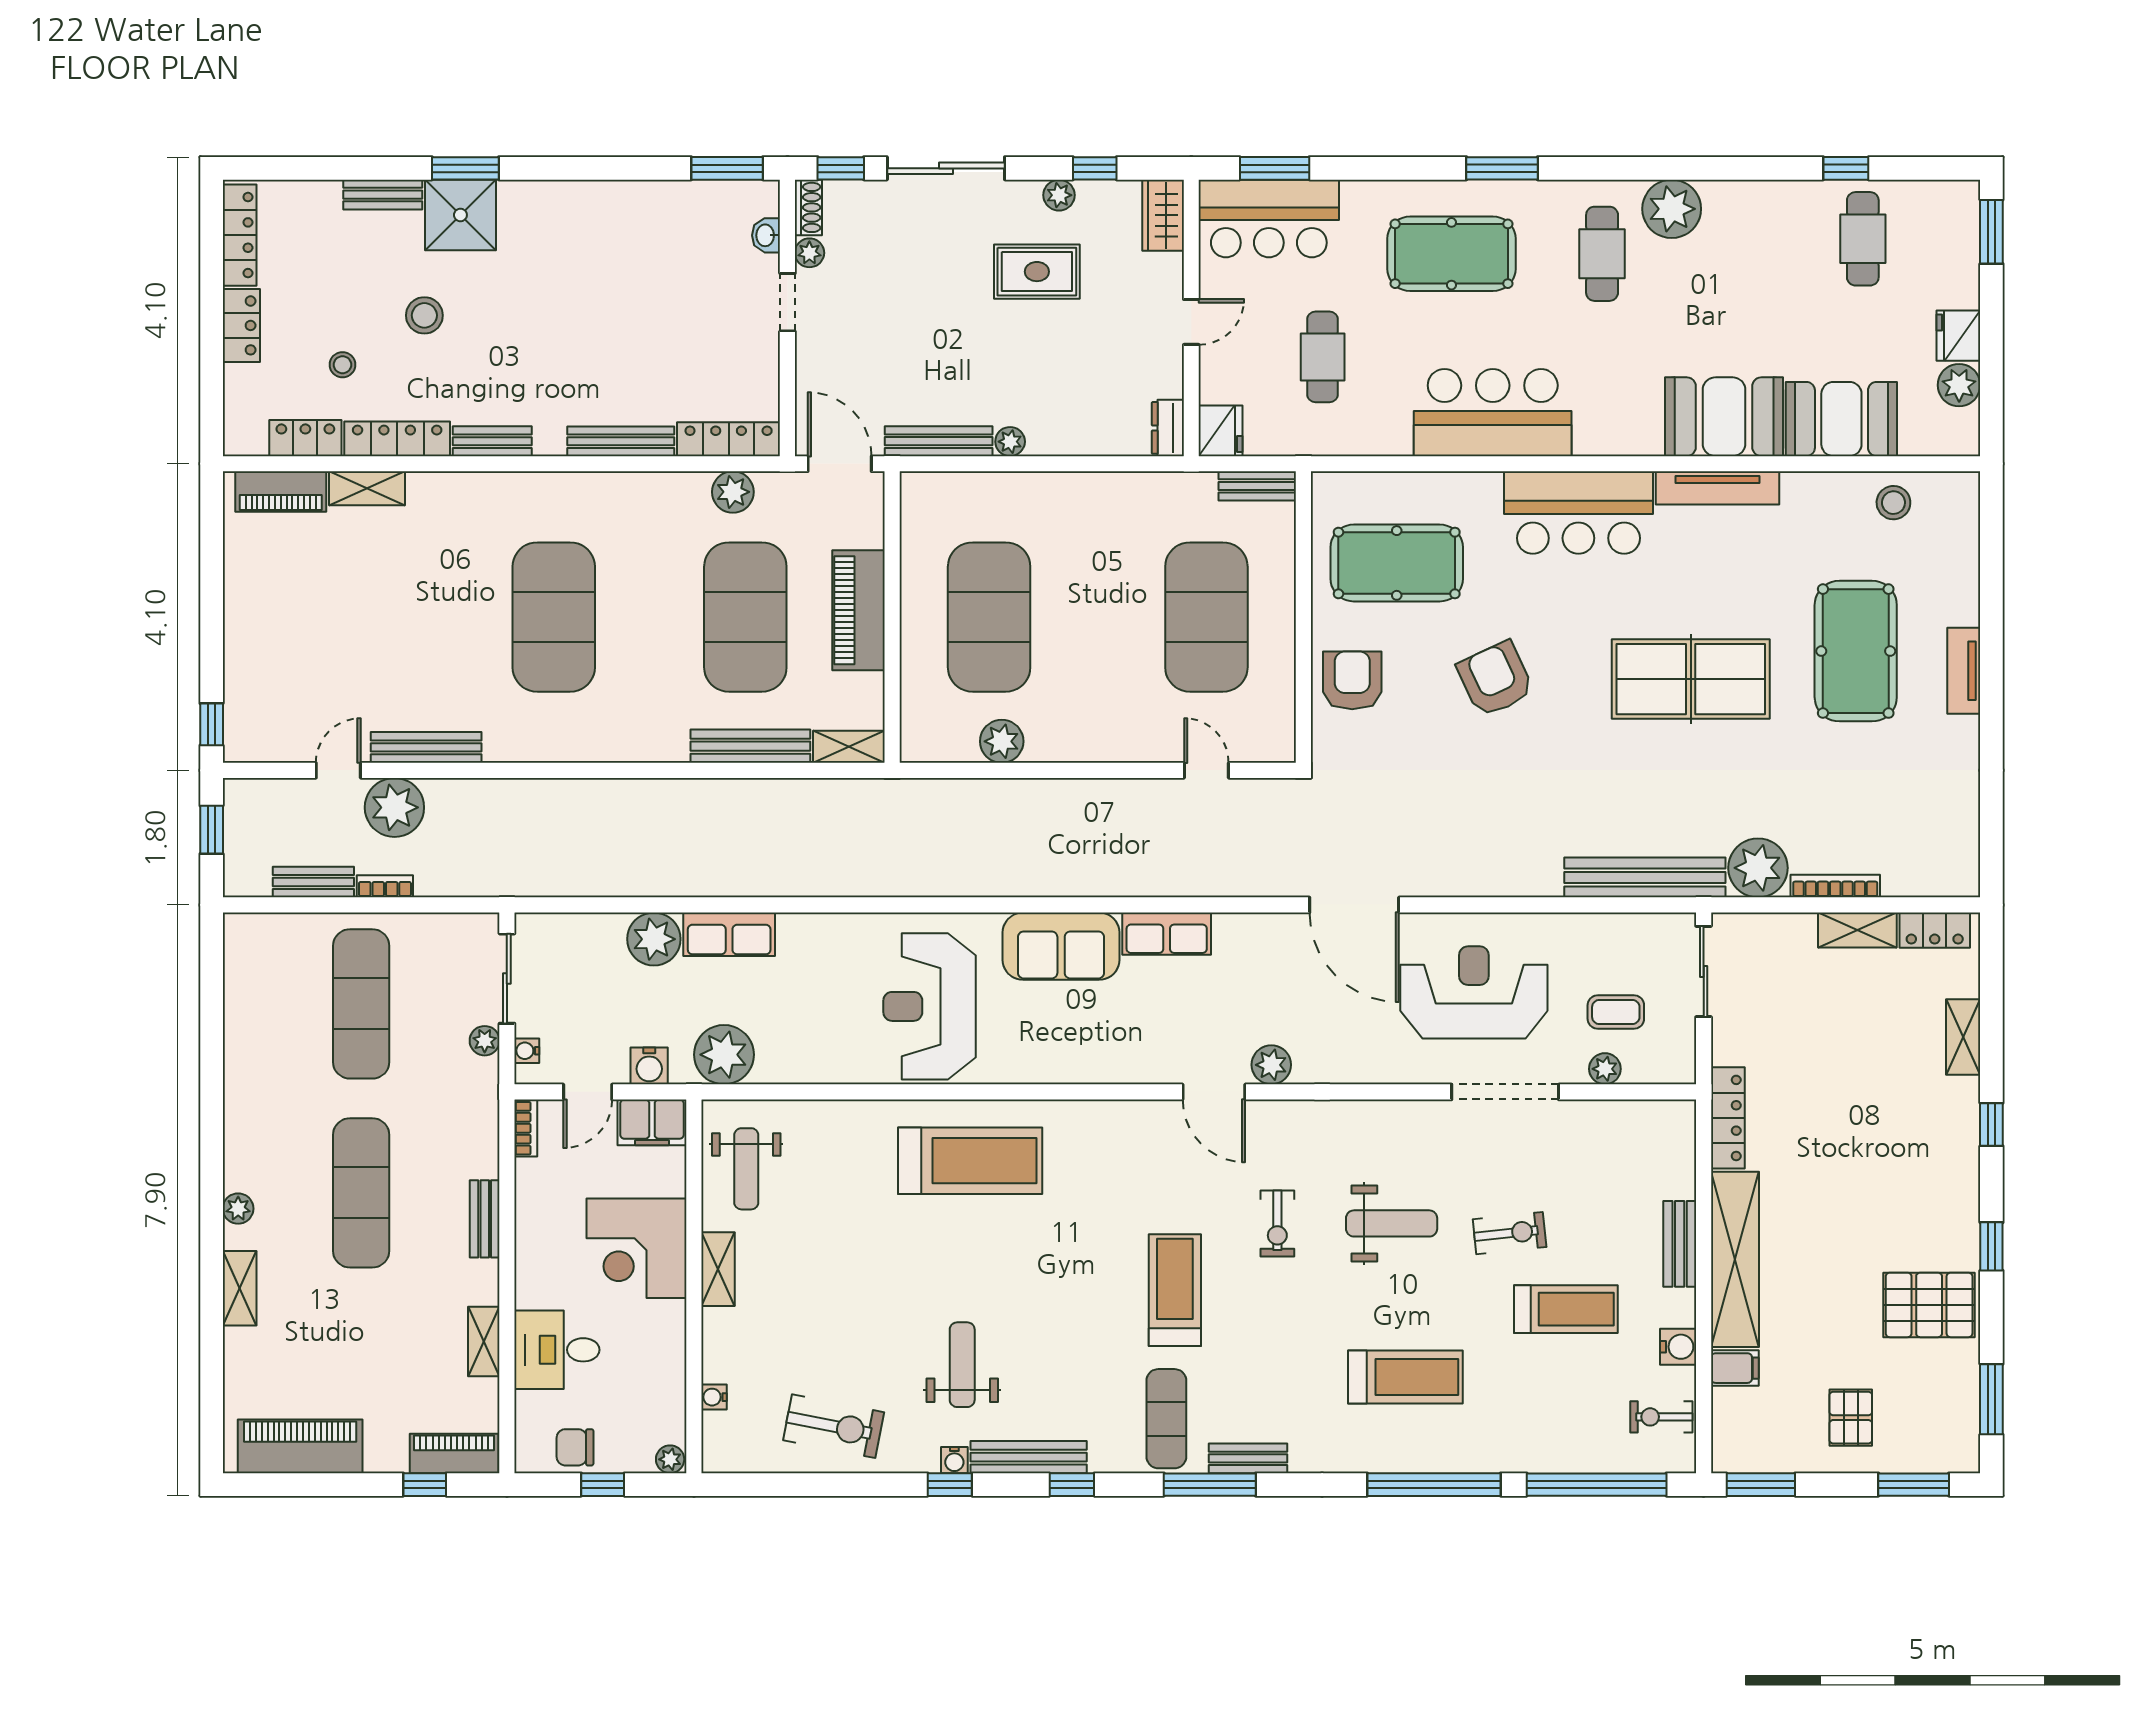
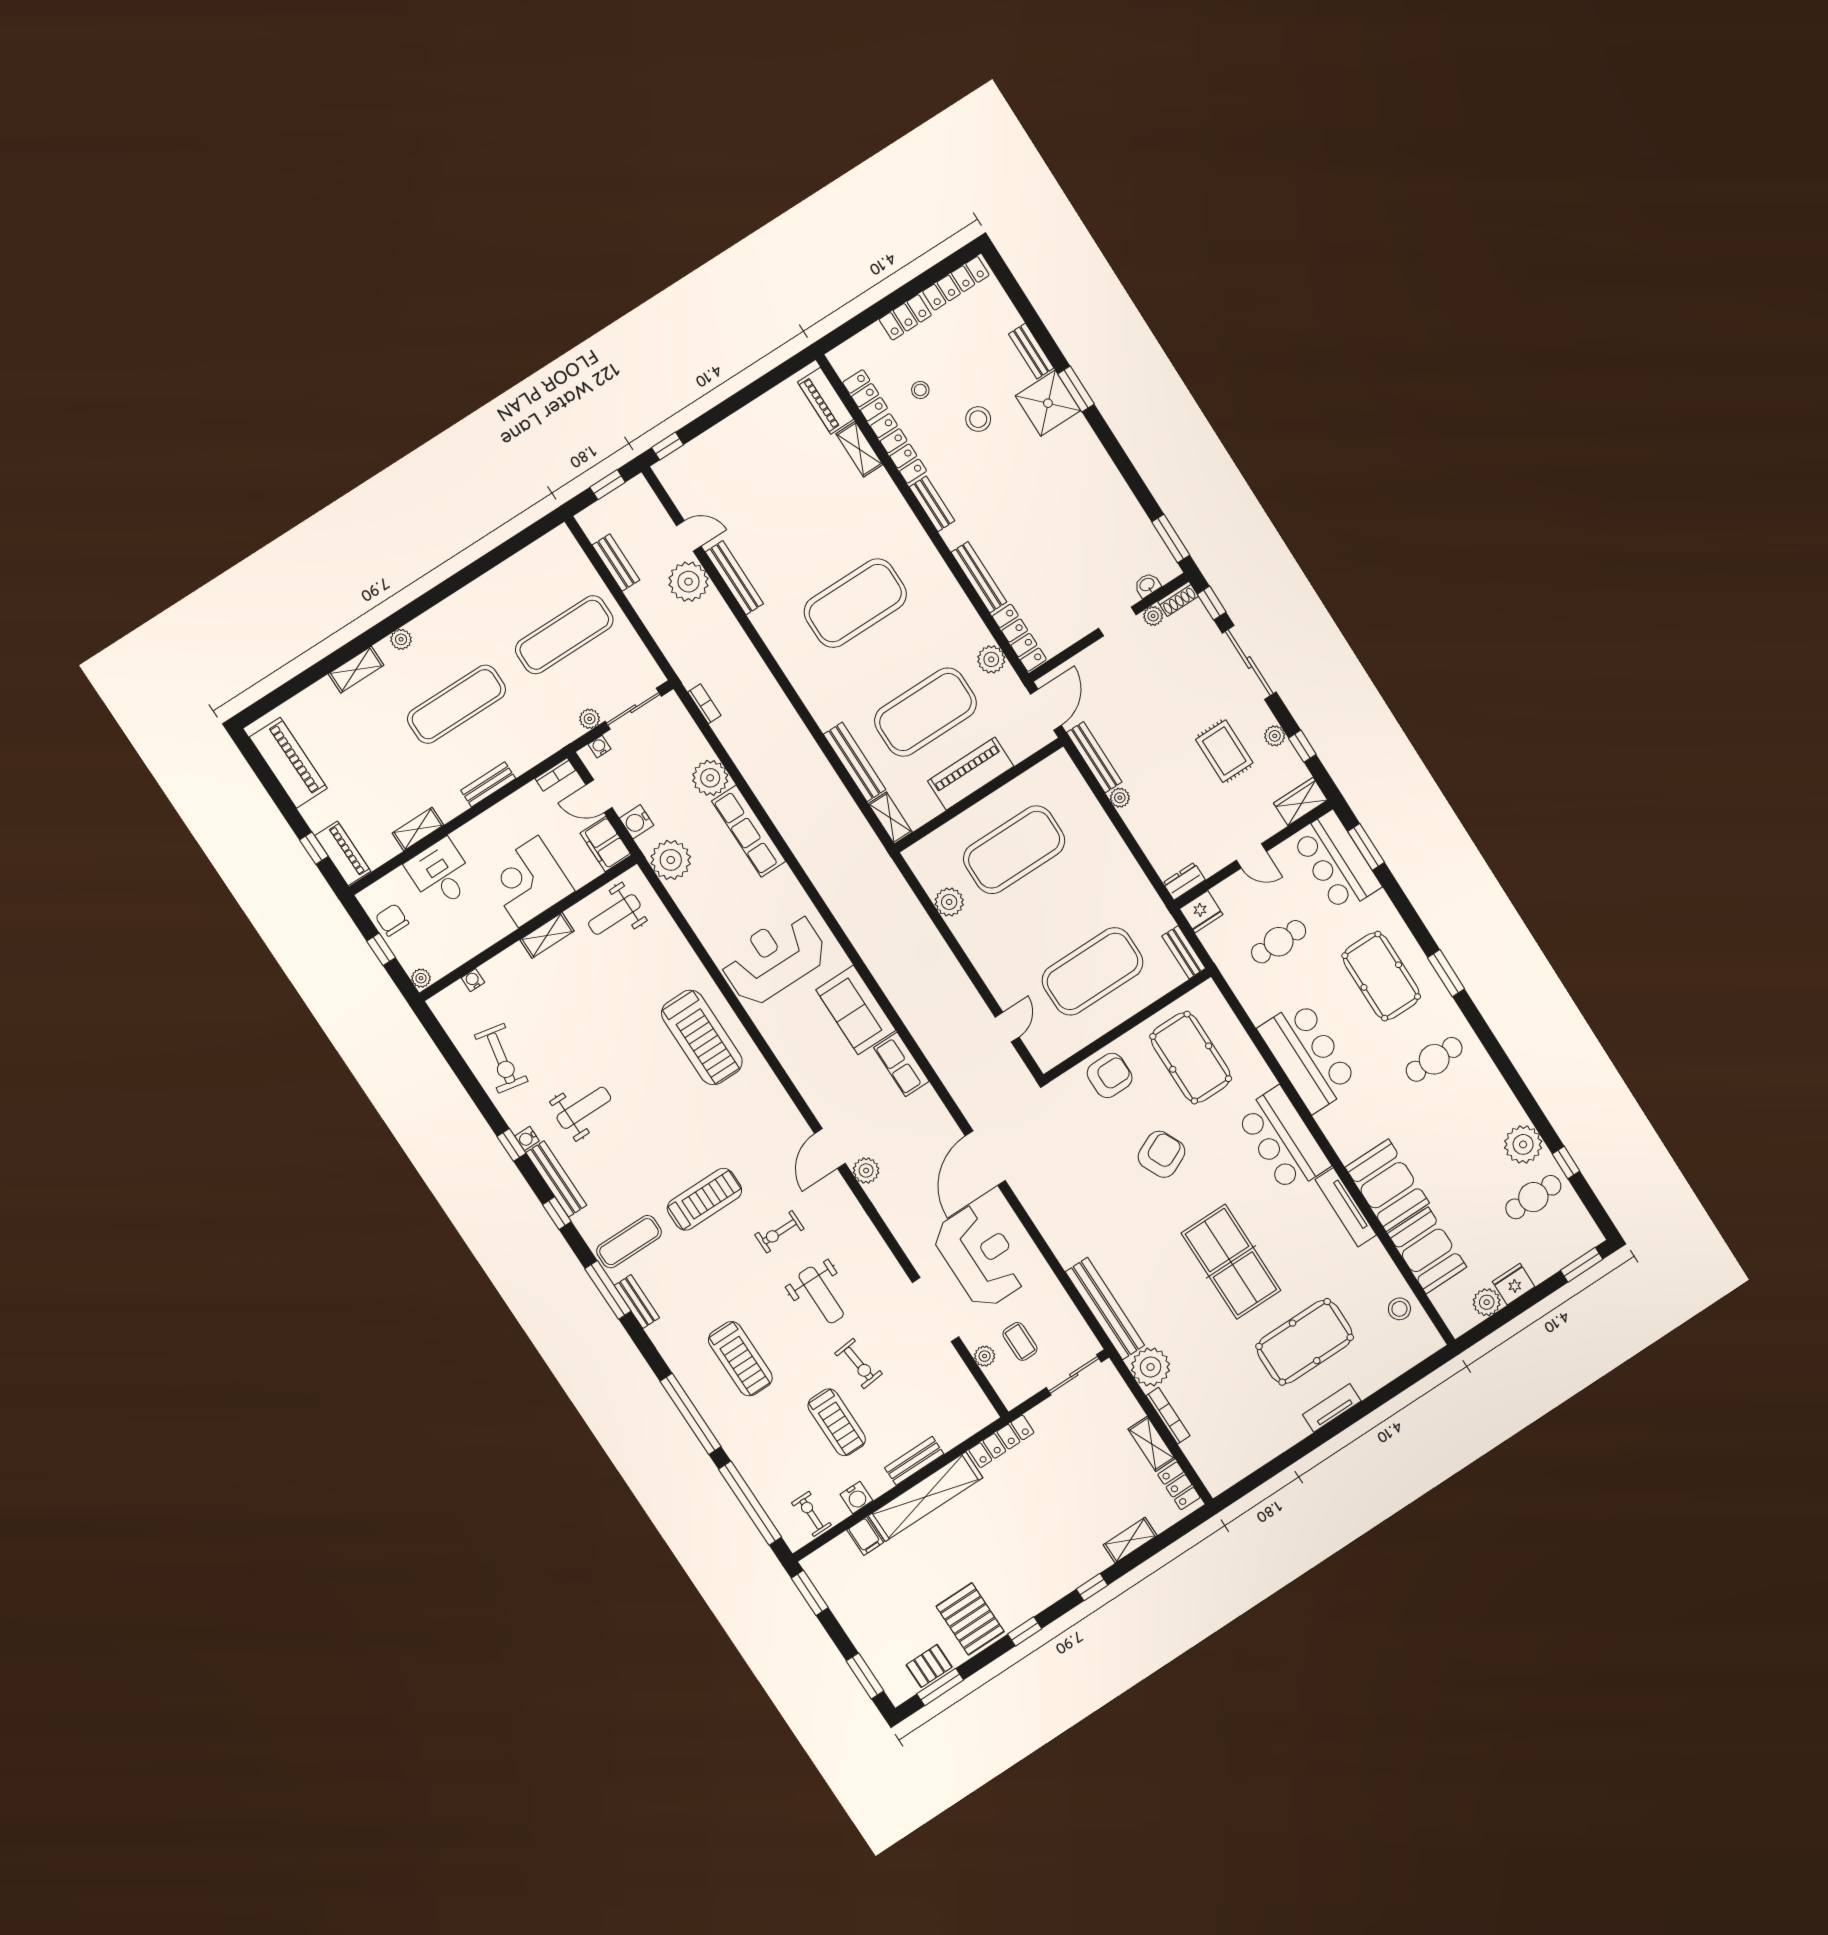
plant: (1672, 209) -> (1523, 1144), moved
bookcase: (385, 886) -> (704, 704), moved
row of seats: (729, 934) -> (749, 831), width x1.48
pallet: (1851, 1418) -> (929, 1666), moved

